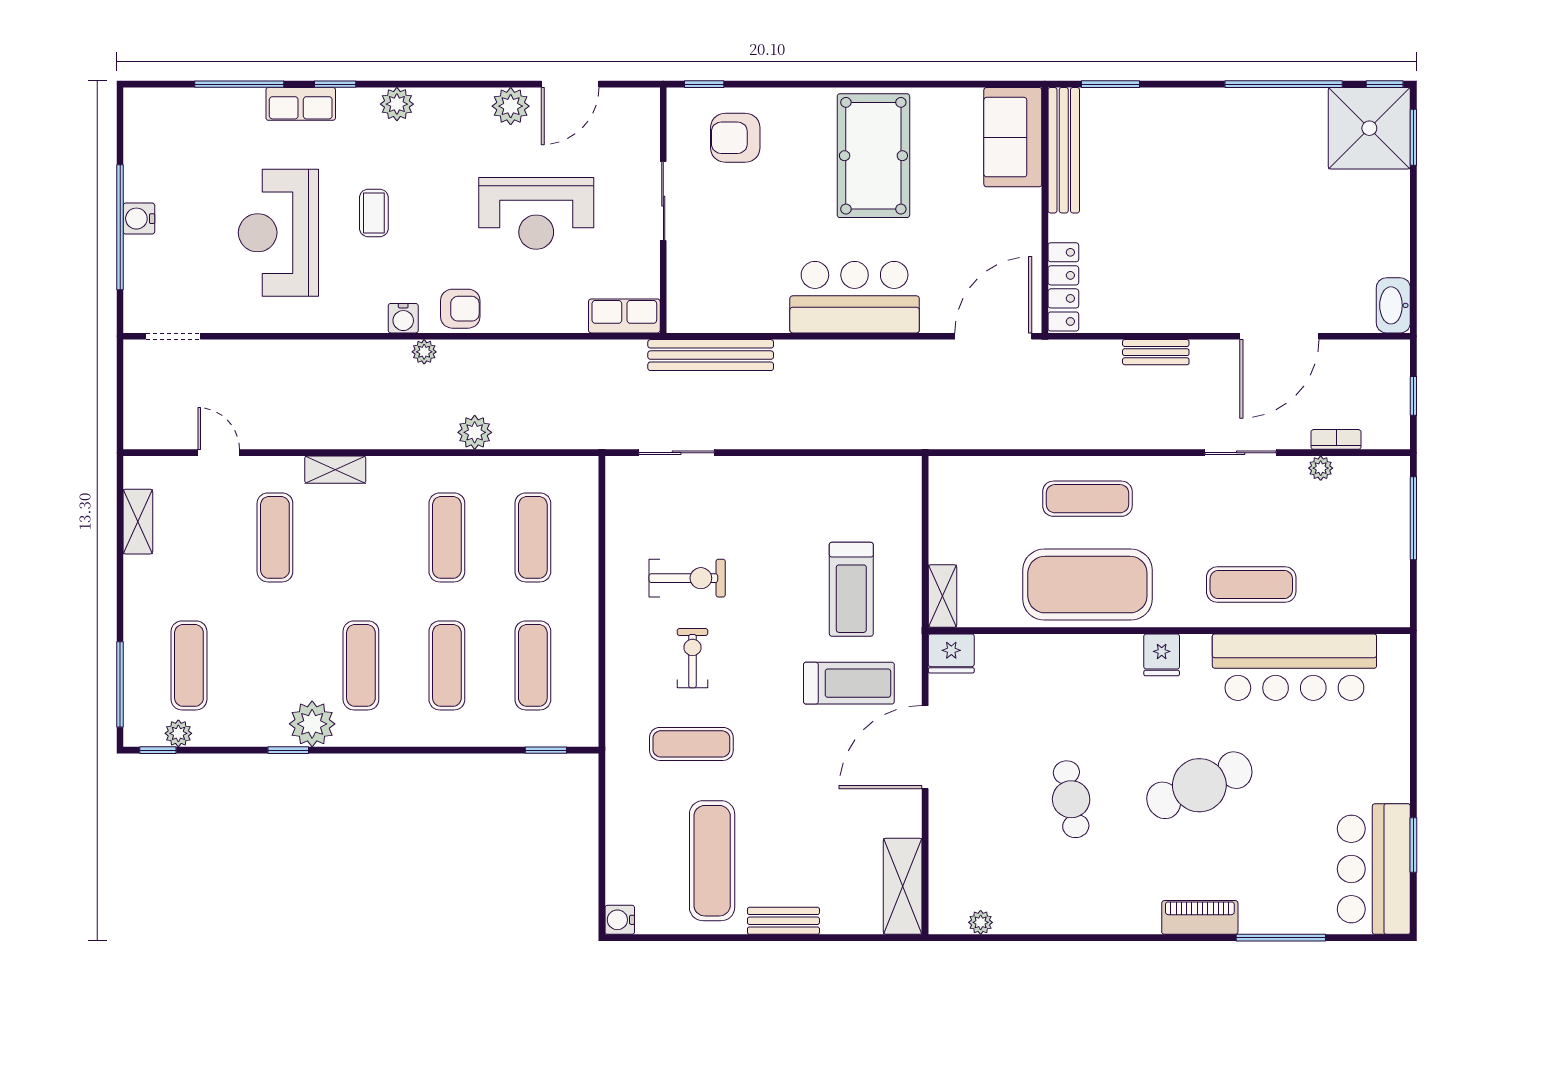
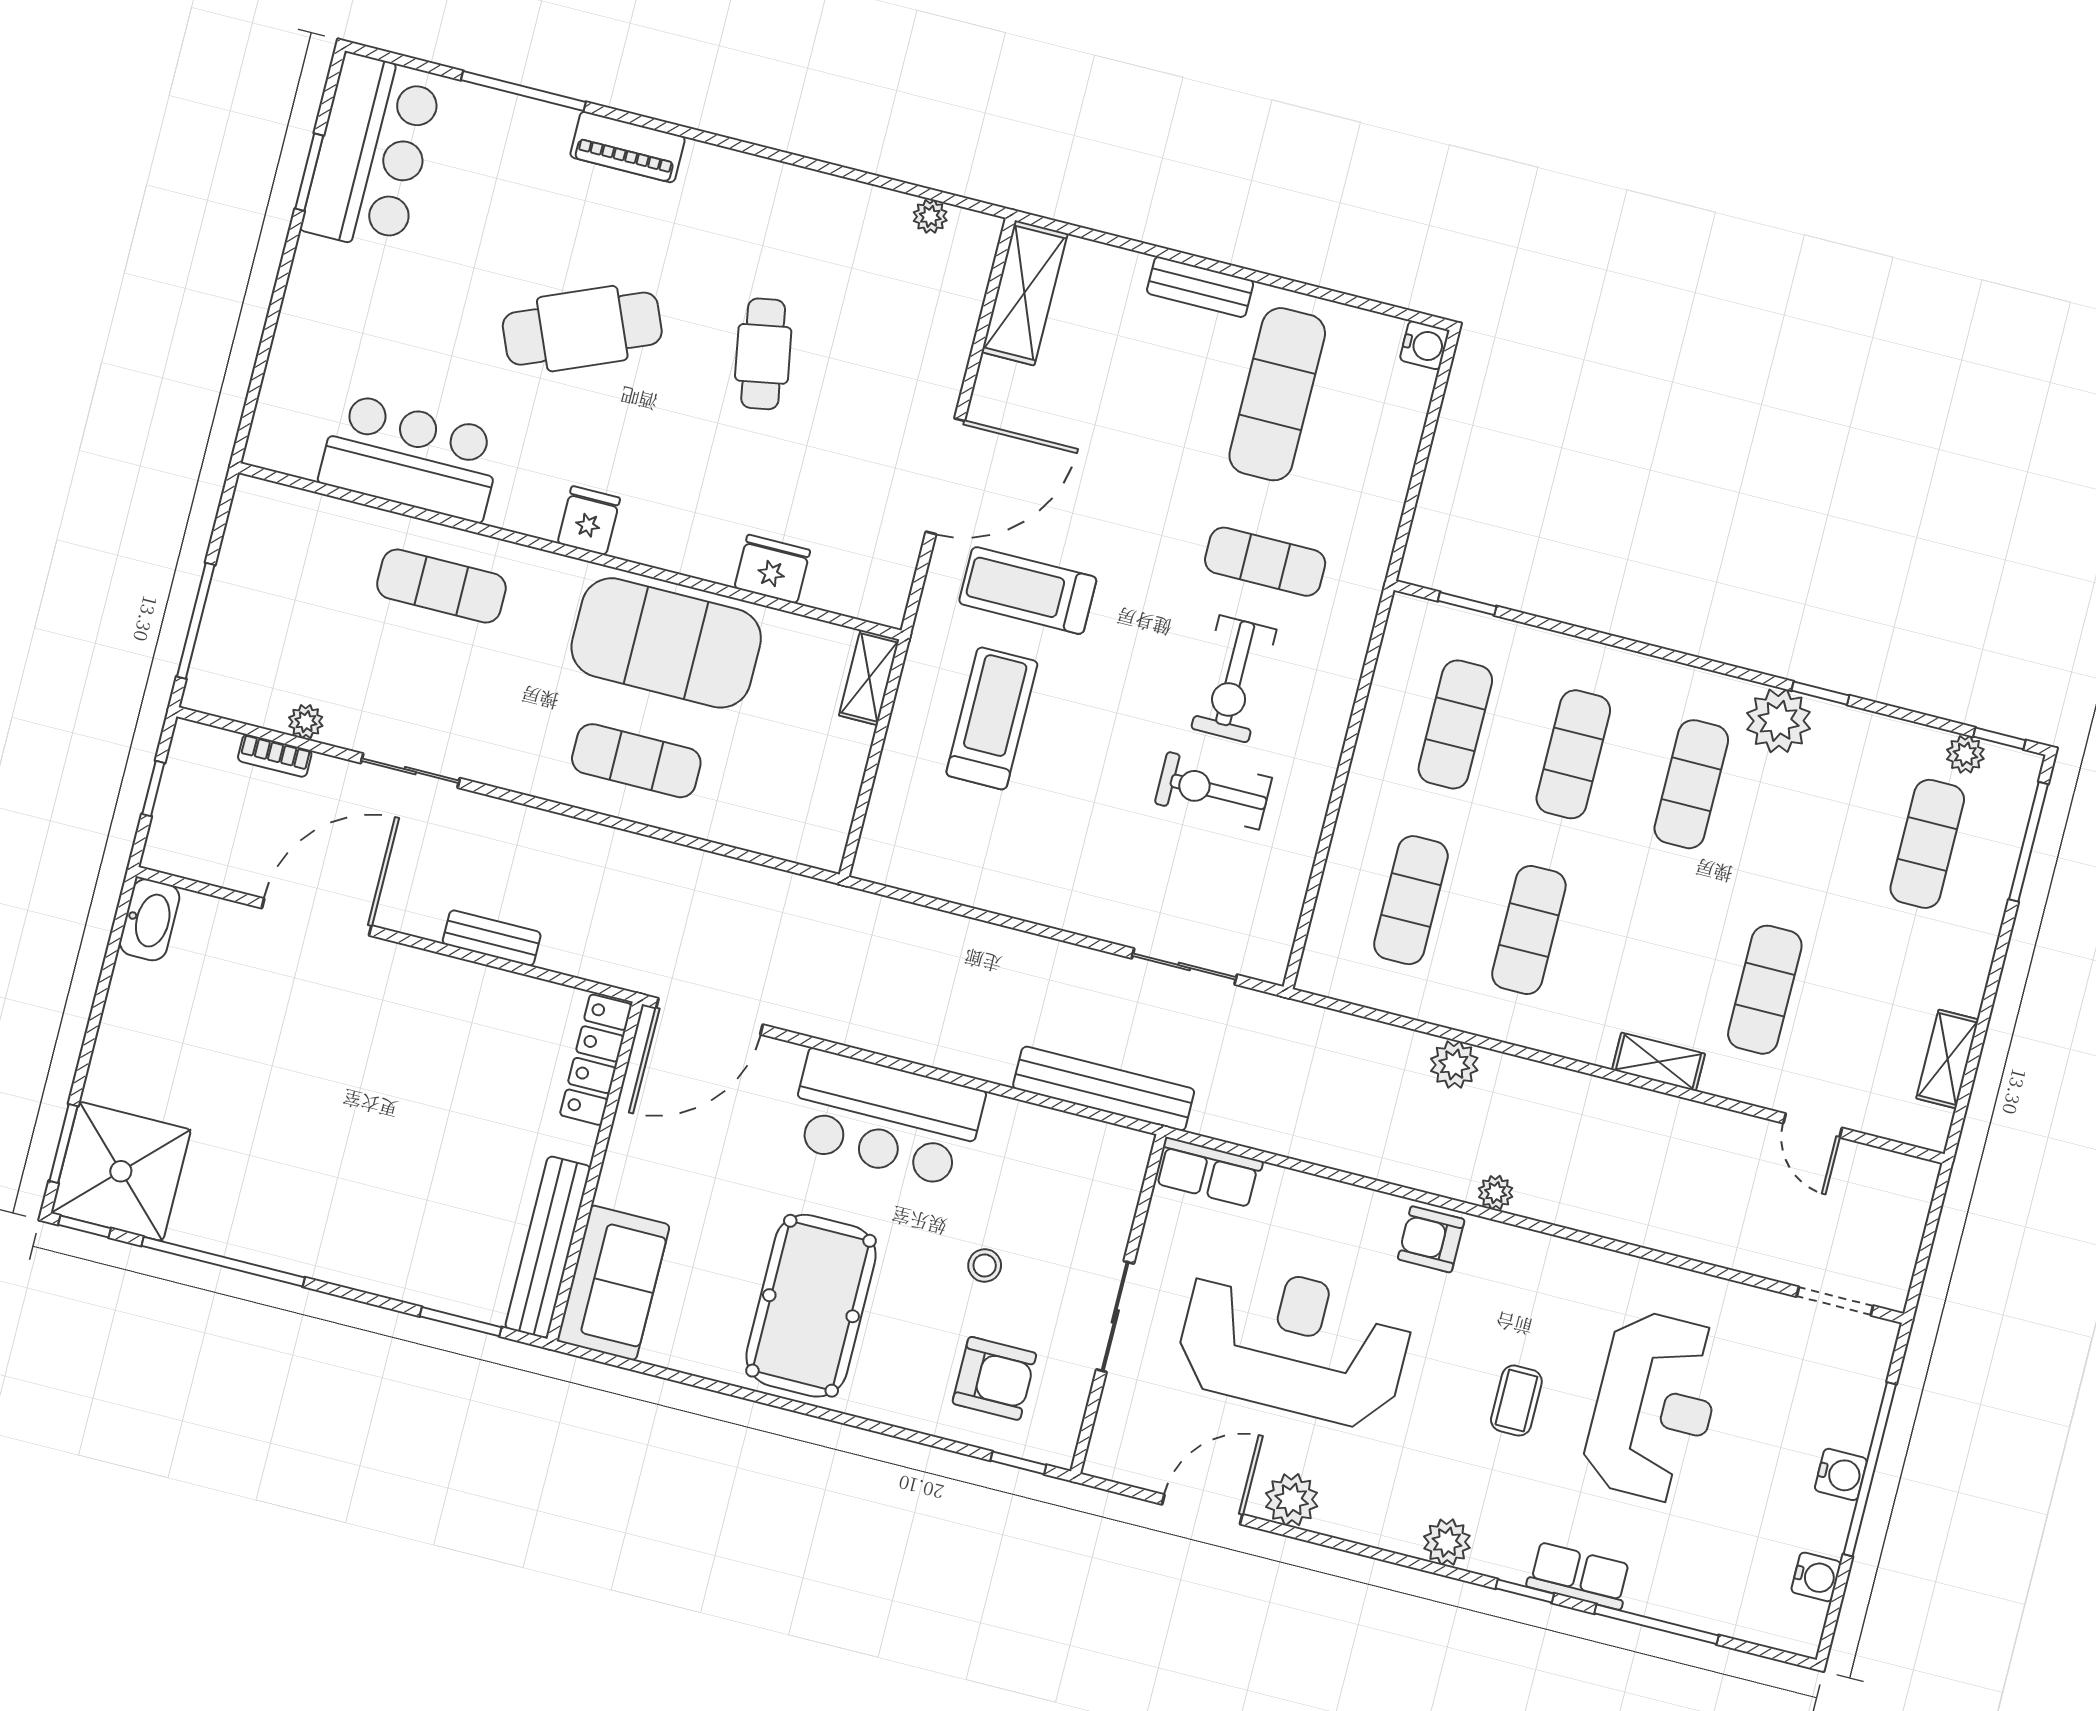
reception desk: (536, 213) -> (1294, 1344), width x1.36, depth x1.30
stool: (761, 213) -> (985, 1265), added
water cooler: (403, 318) -> (1816, 1577), moved, turned 90
fridge: (951, 653) -> (772, 569), moved
exercise bike: (693, 658) -> (1234, 679), width x1.38, depth x1.39
bar counter: (1294, 667) -> (411, 458), width x0.73

